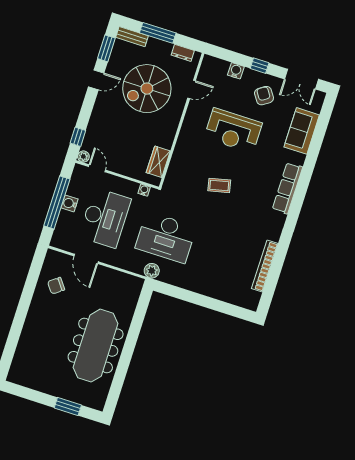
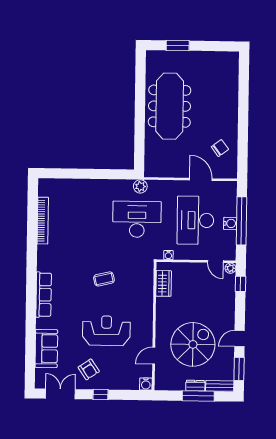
dresser: (183, 53) -> (195, 386), moved
water cooler: (236, 71) -> (146, 384), moved

